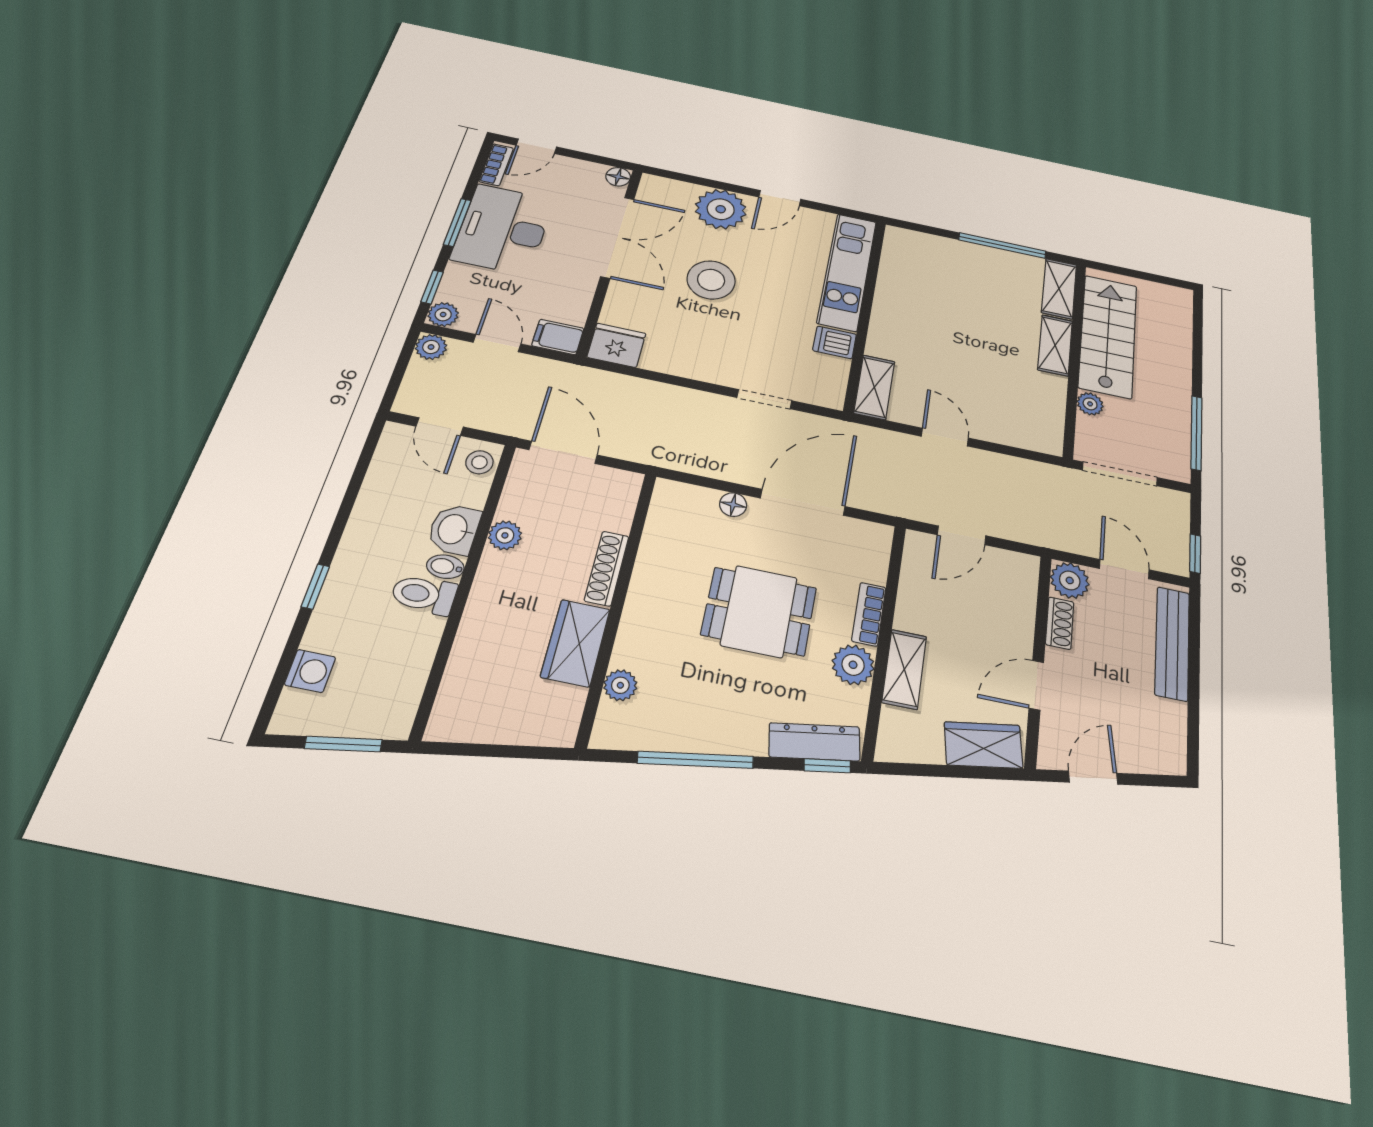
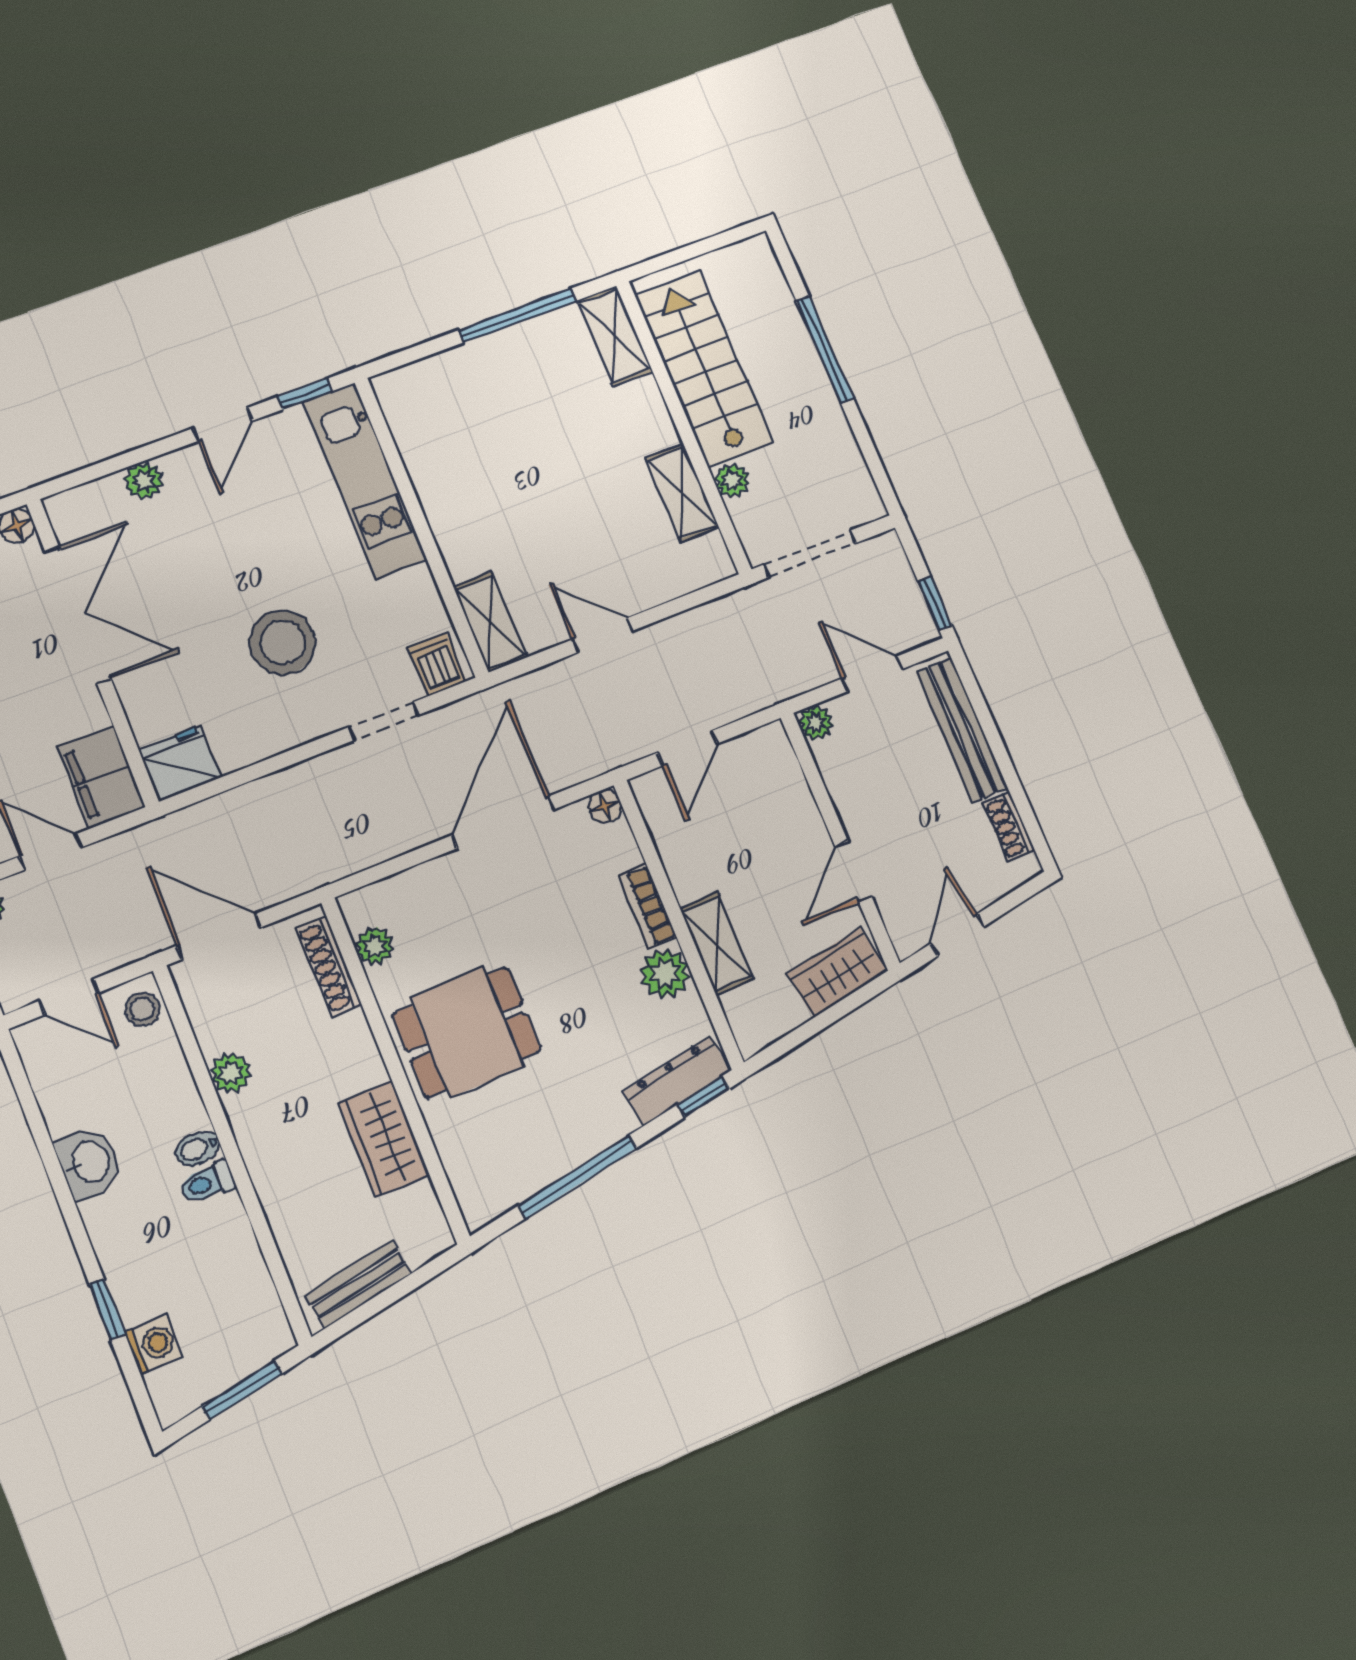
plant: (721, 209) -> (144, 481), width x0.53, depth x0.53
window: (841, 211) -> (305, 394), added
stool: (711, 280) -> (283, 643), moved
filing cabinet: (558, 337) -> (101, 777), width x2.00
dishwasher: (835, 342) -> (437, 664), moved, turned 90
shelving: (1055, 345) -> (682, 493), moved
window: (1197, 433) -> (825, 350), moved
floor lamp: (733, 505) -> (605, 806), moved
washbasin: (454, 529) -> (89, 1162), moved, turned 180
shoe rack: (607, 568) -> (329, 966), moved
plant: (1070, 580) -> (816, 723), width x0.73, depth x0.73
window: (315, 587) -> (107, 1309), moved
toilet: (424, 595) -> (207, 1183), width x0.73, depth x0.72
dining table: (759, 611) -> (467, 1032), moved
shoe rack: (1060, 623) -> (1008, 826), moved, turned 180
plant: (620, 685) -> (374, 946), moved
bench: (483, 728) -> (359, 1284), added

